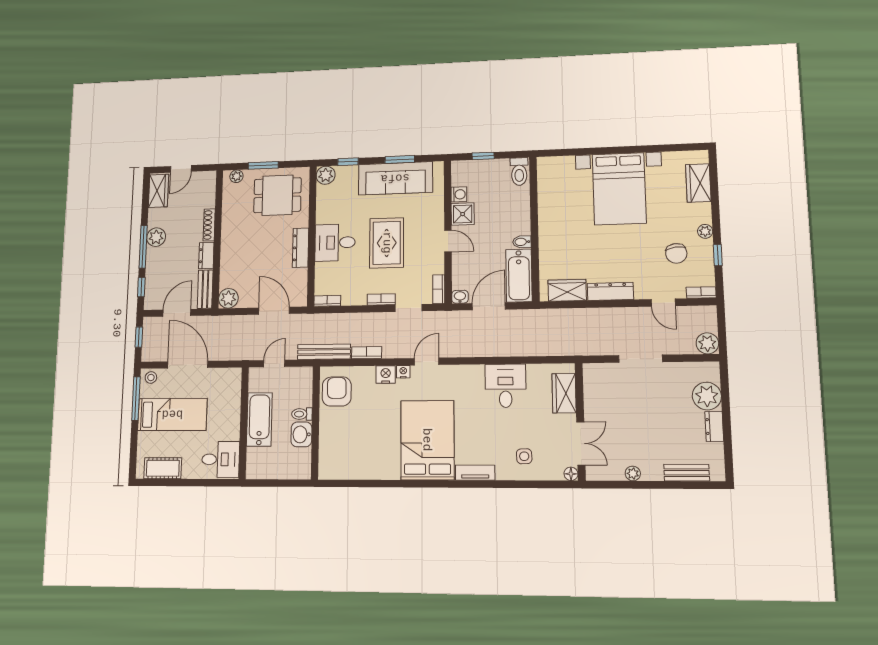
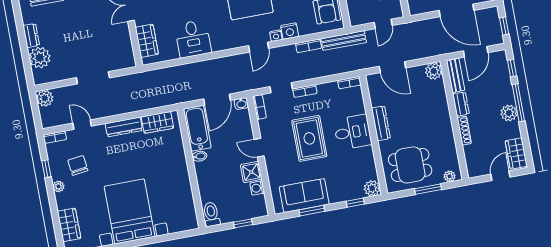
sofa: (395, 178) -> (304, 196), width x0.73

